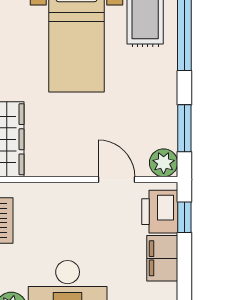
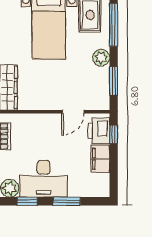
plant: (164, 163) -> (101, 58), moved
door: (117, 180) -> (73, 112), swing flipped

